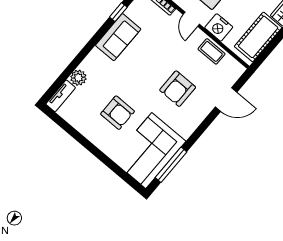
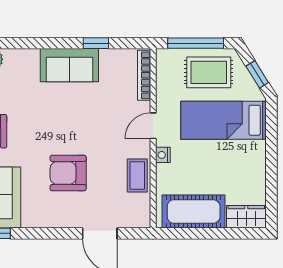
nightstand: (219, 27) -> (163, 155), width x0.53, depth x0.56

